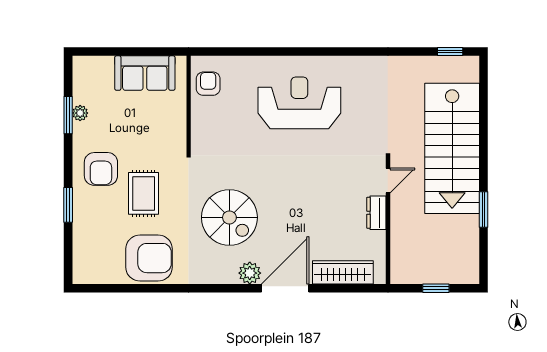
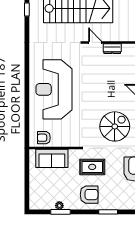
sofa: (145, 73) -> (52, 158), moved, turned 90
reception desk: (299, 103) -> (54, 89), width x1.36, depth x1.30
rug: (144, 193) -> (92, 167), moved

